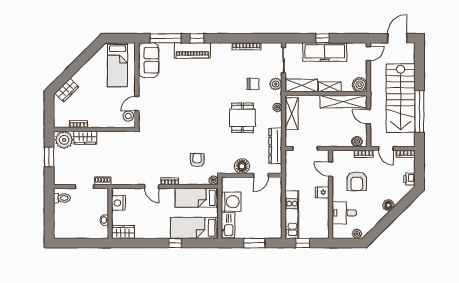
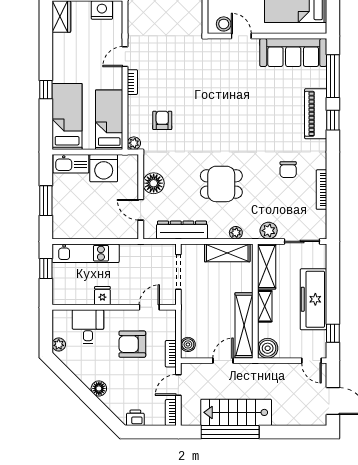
window: (322, 38) -> (333, 333), moved
sofa: (149, 60) -> (293, 53), width x1.36
chair: (253, 84) -> (288, 170), moved
stairs: (401, 98) -> (236, 412), width x0.73, depth x0.66
armchair: (197, 160) -> (162, 120), turned -90
fridge: (322, 192) -> (102, 296), moved

